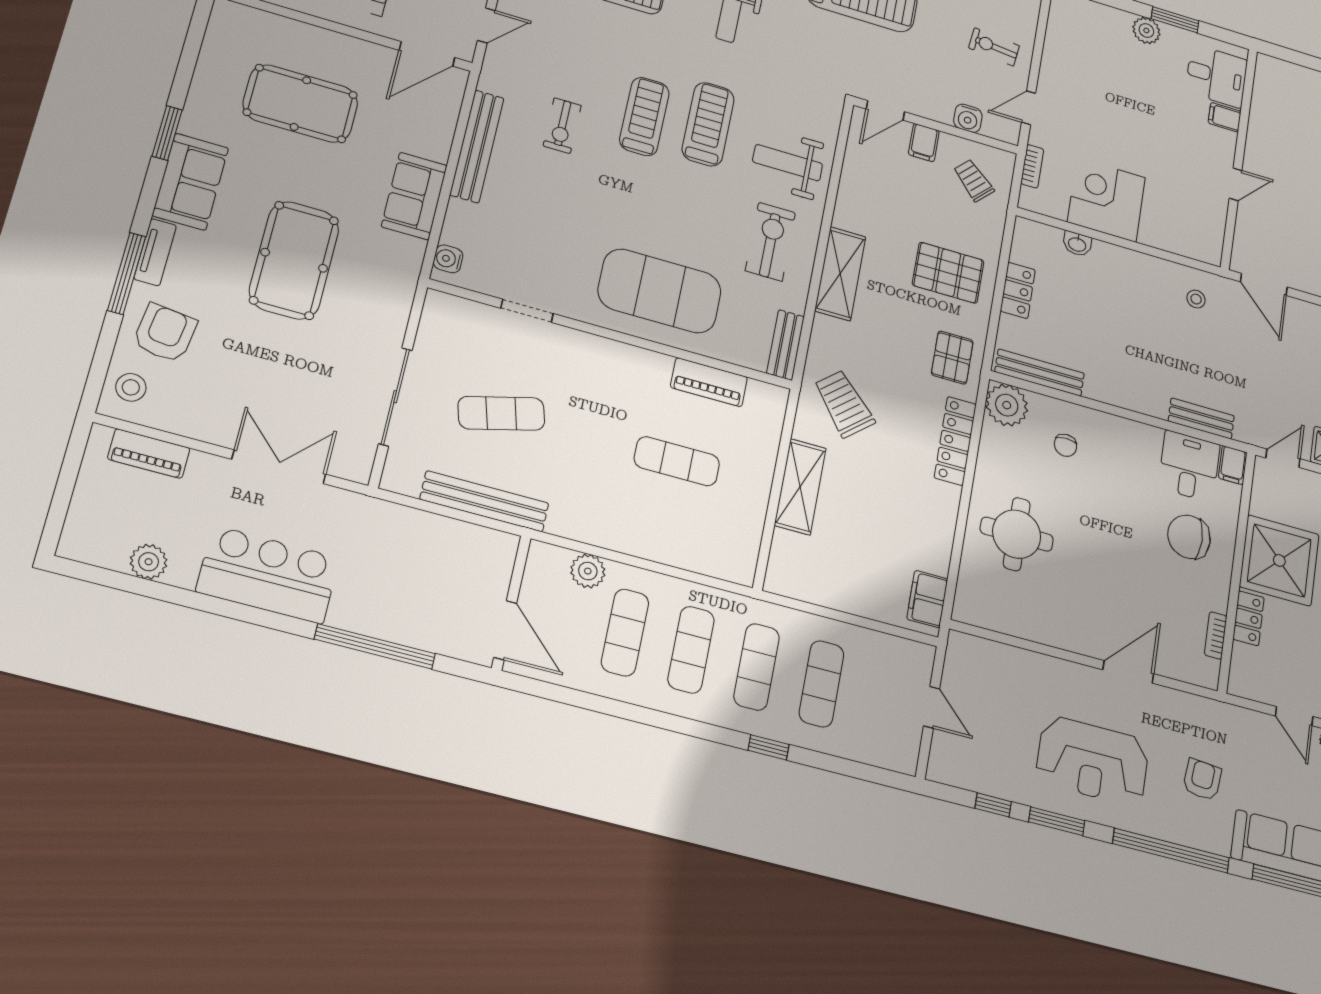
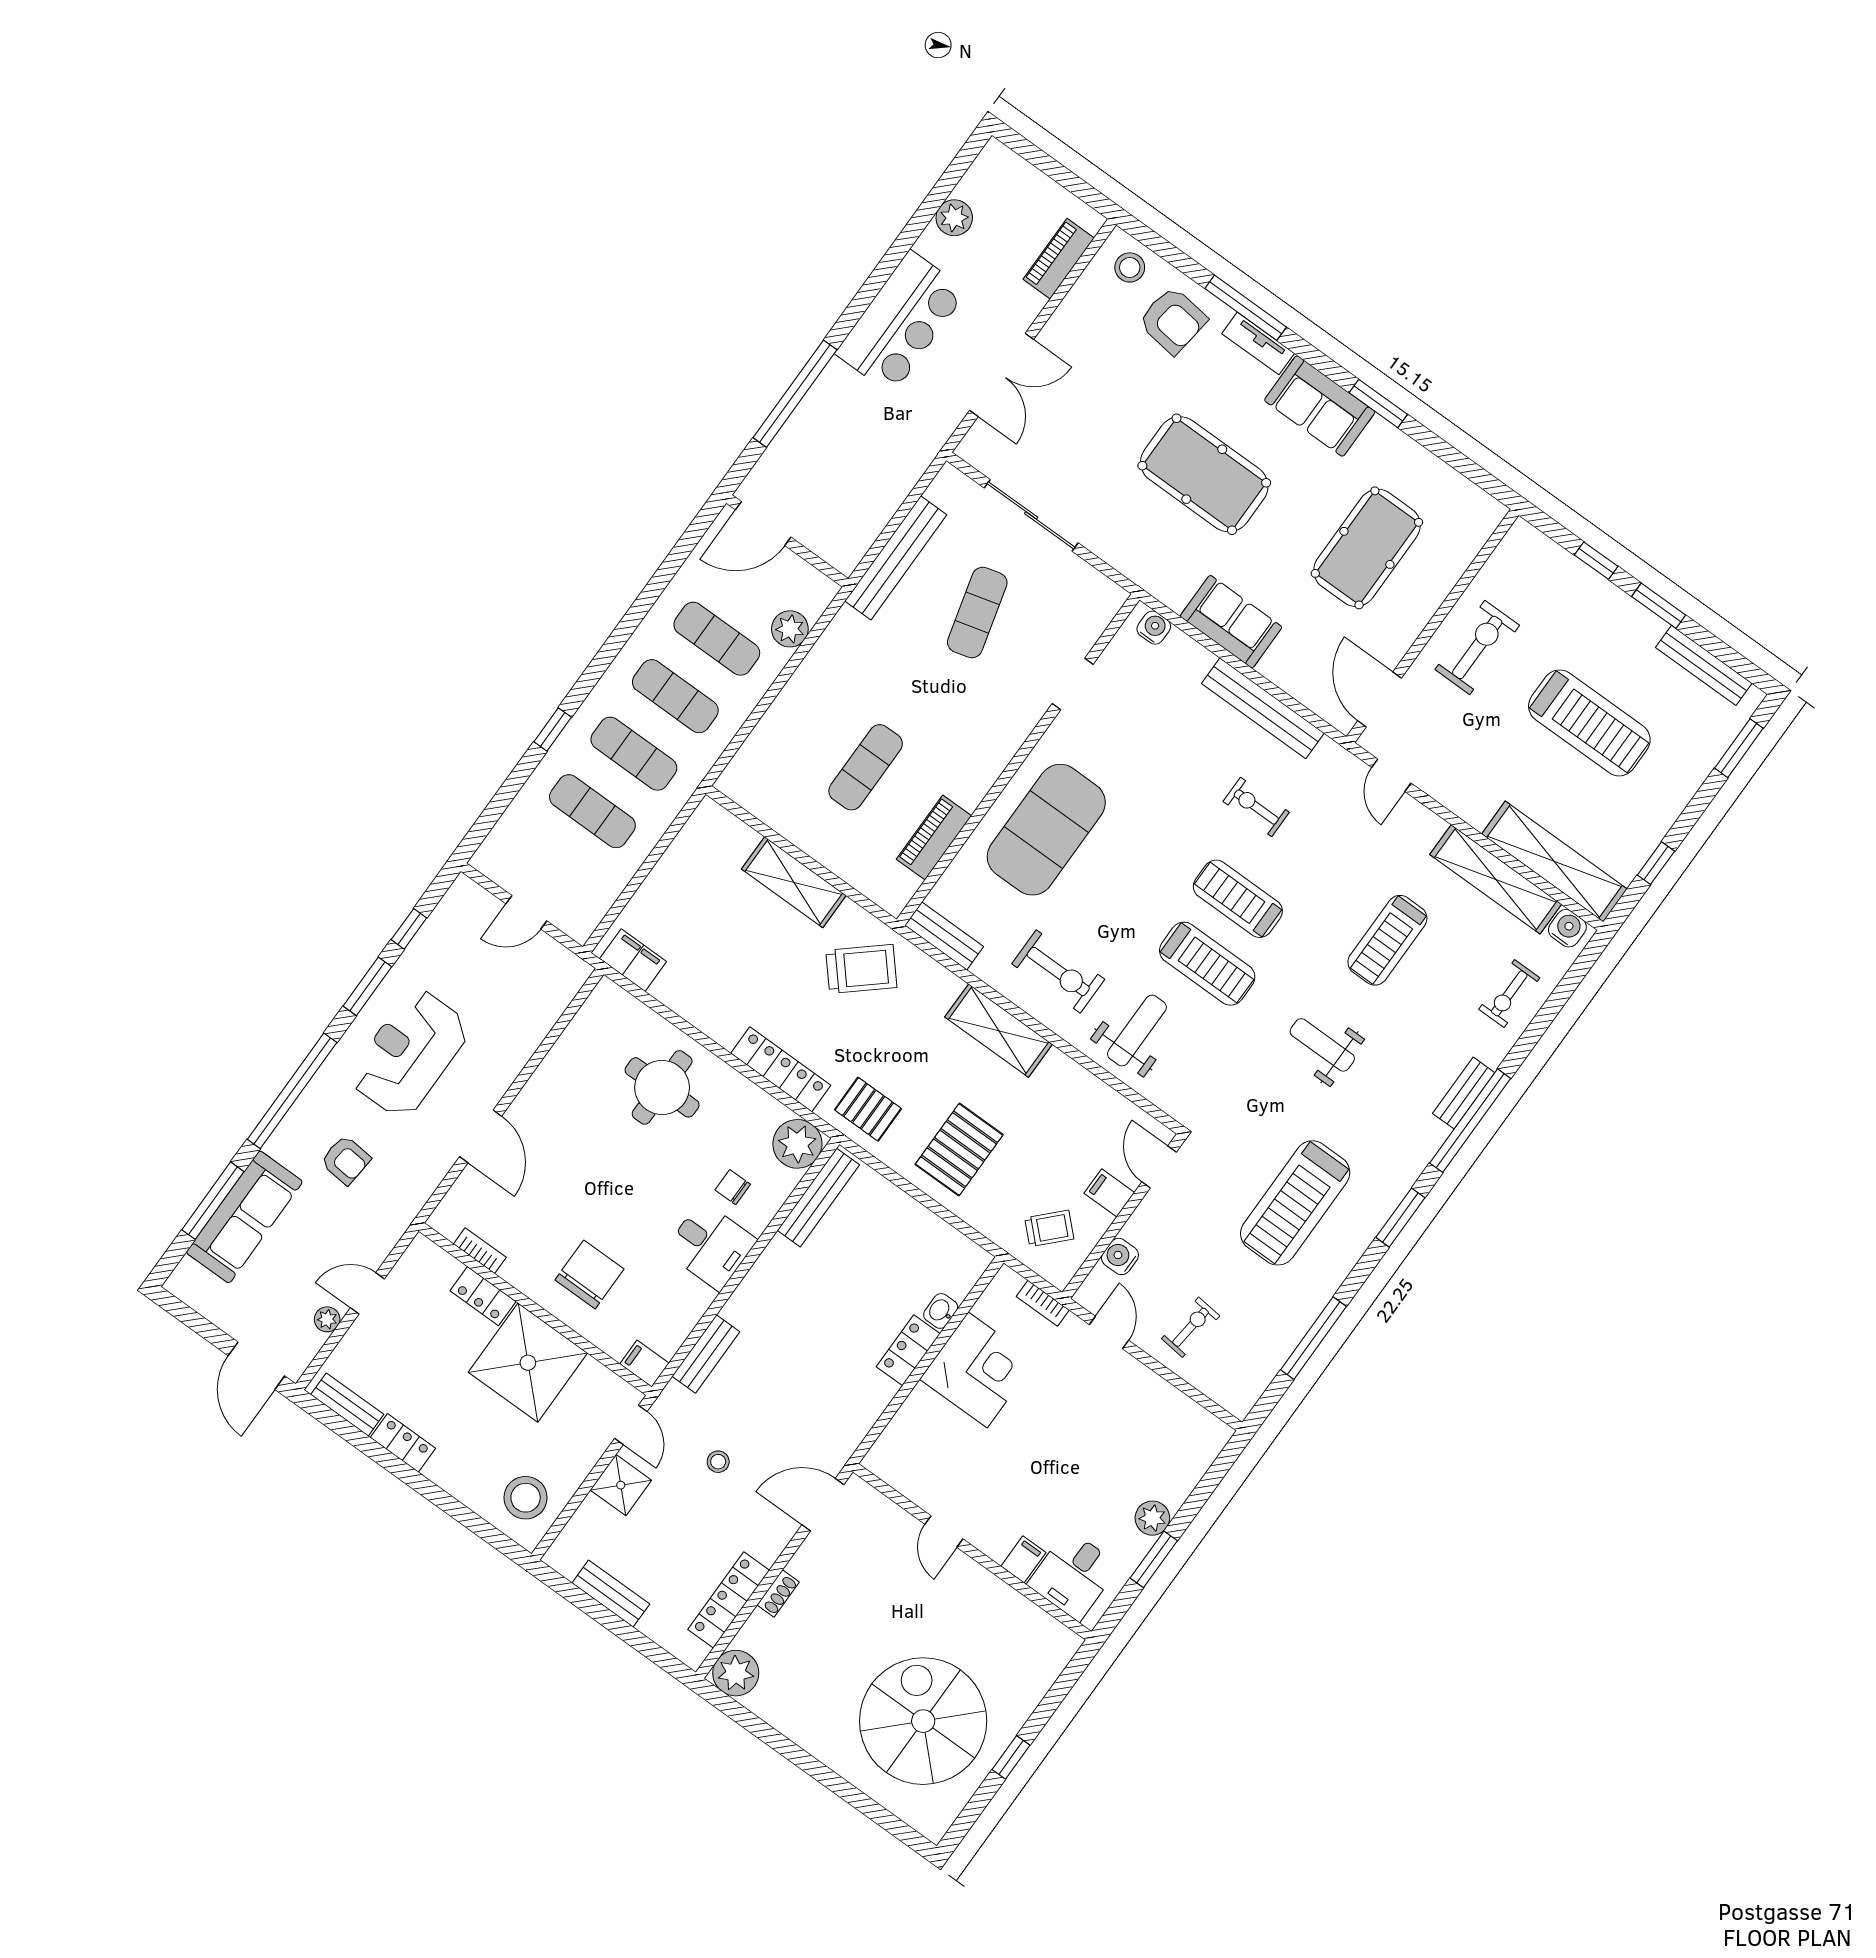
treadmill: (644, 117) -> (1238, 899), turned 180
locker: (1018, 290) -> (908, 1350), moved, turned 90
stool: (1196, 299) -> (718, 1462), moved
desk: (1189, 466) -> (710, 1246), moved

